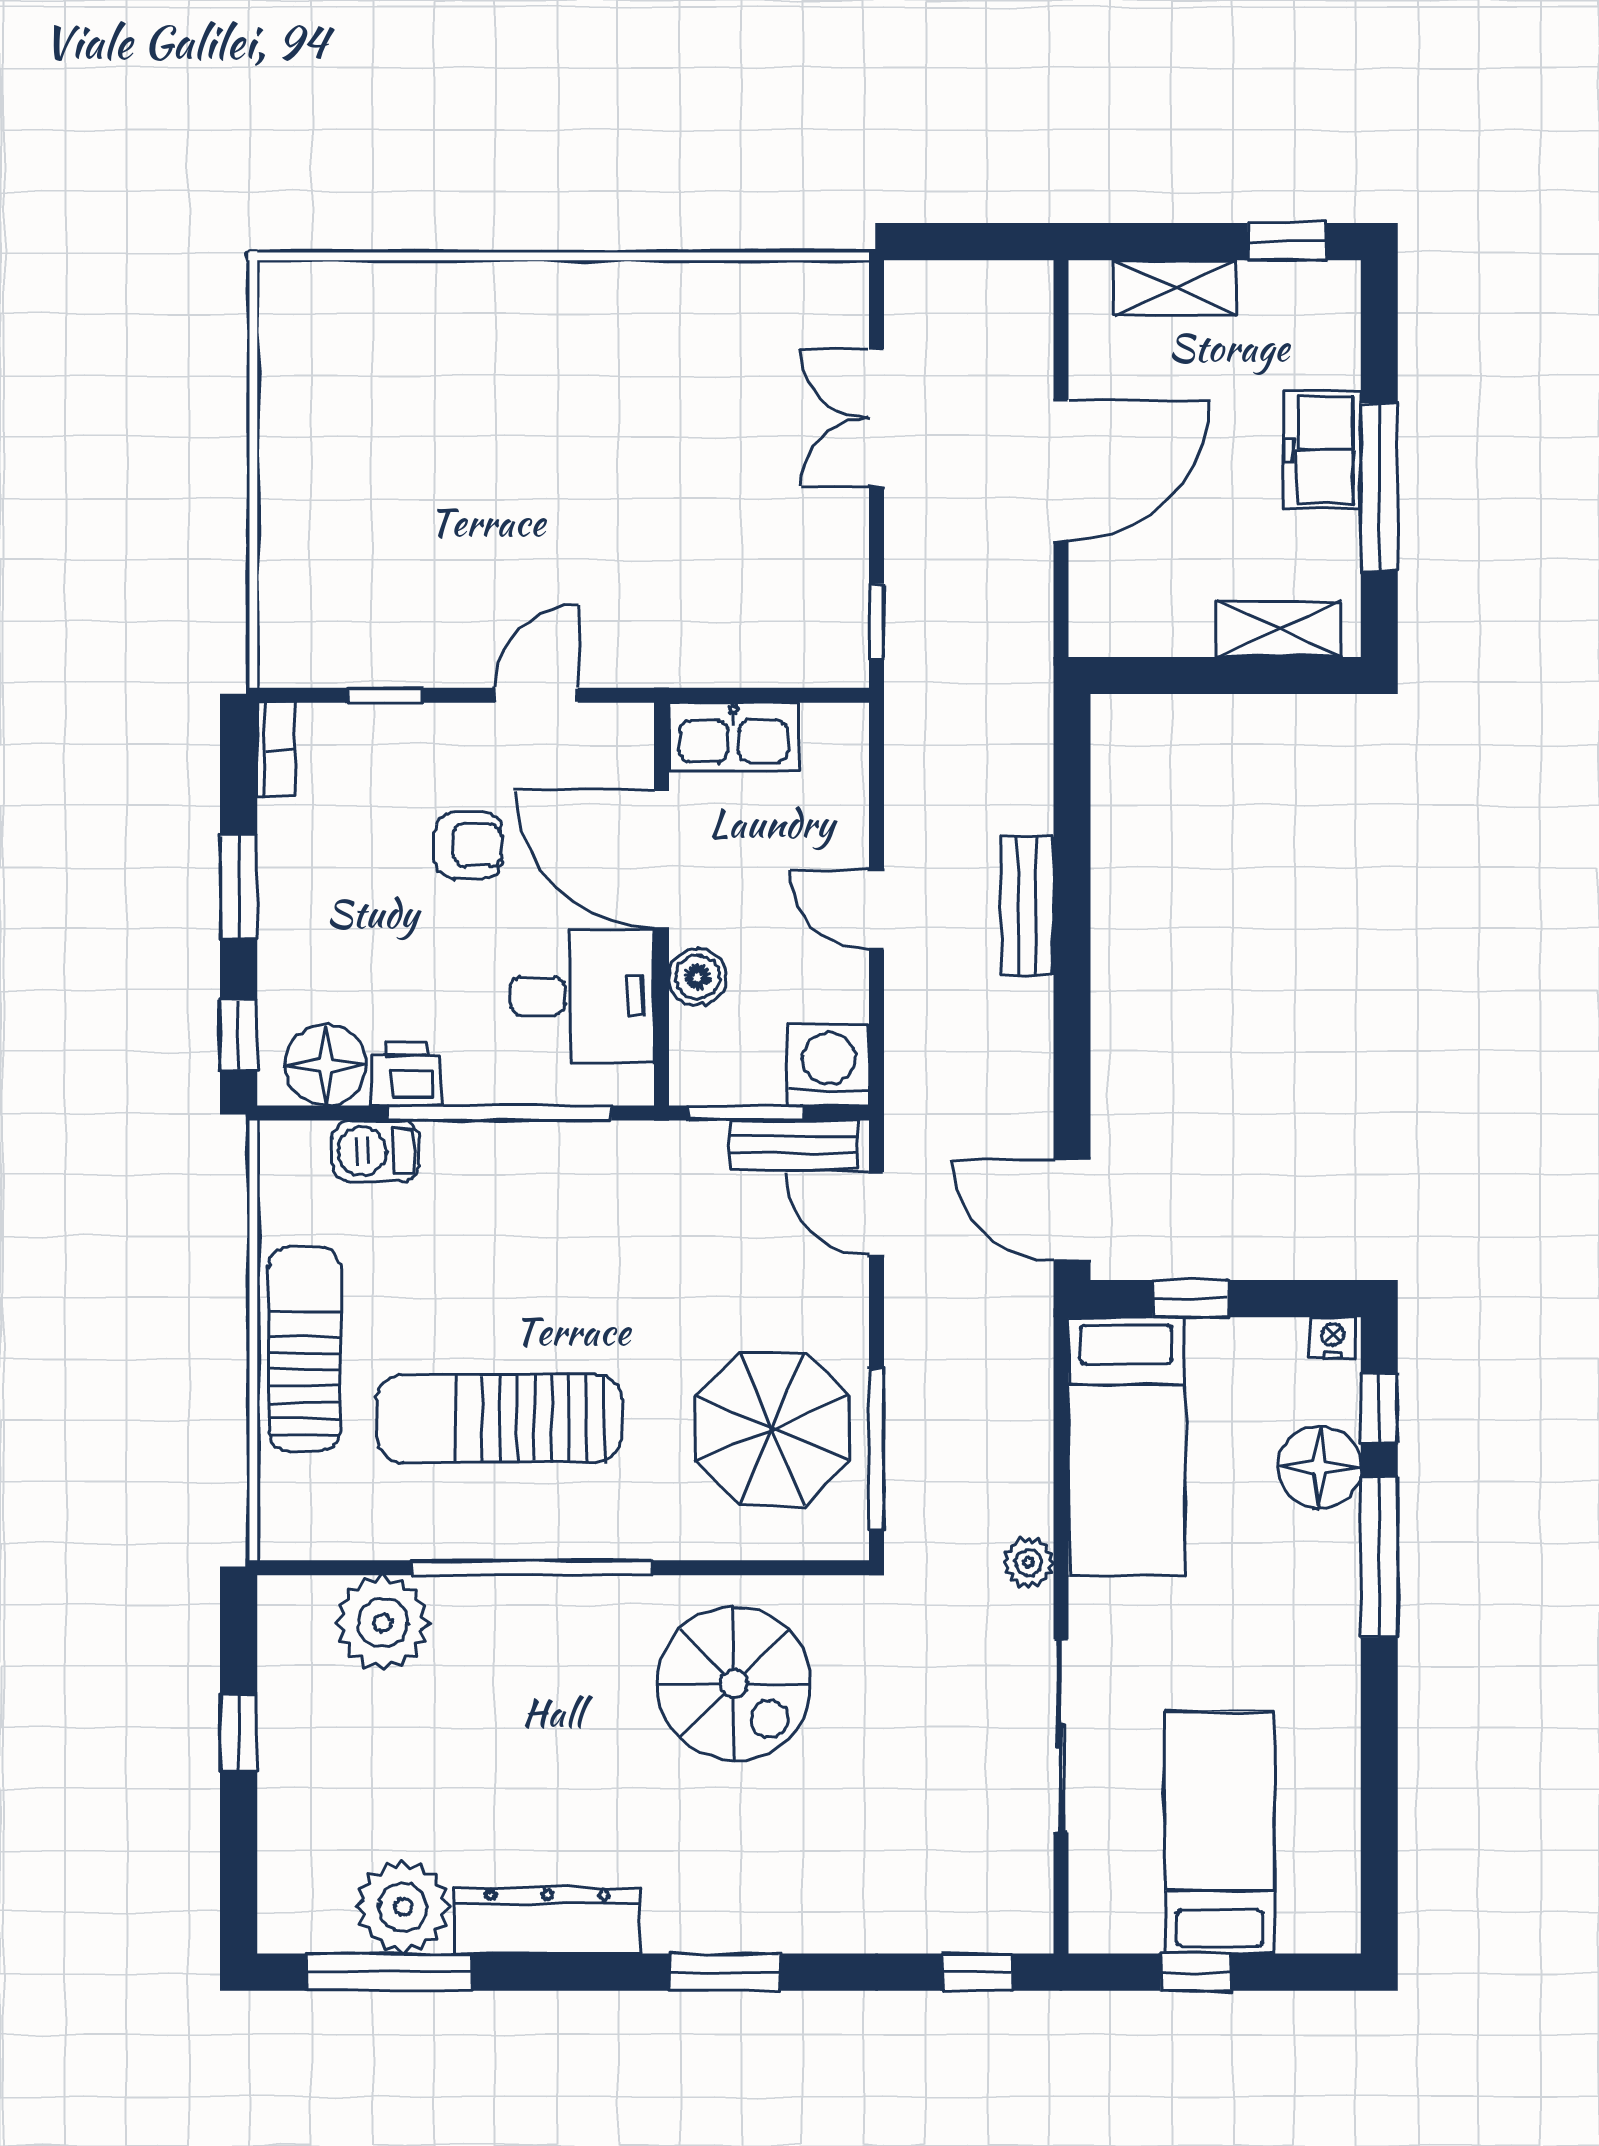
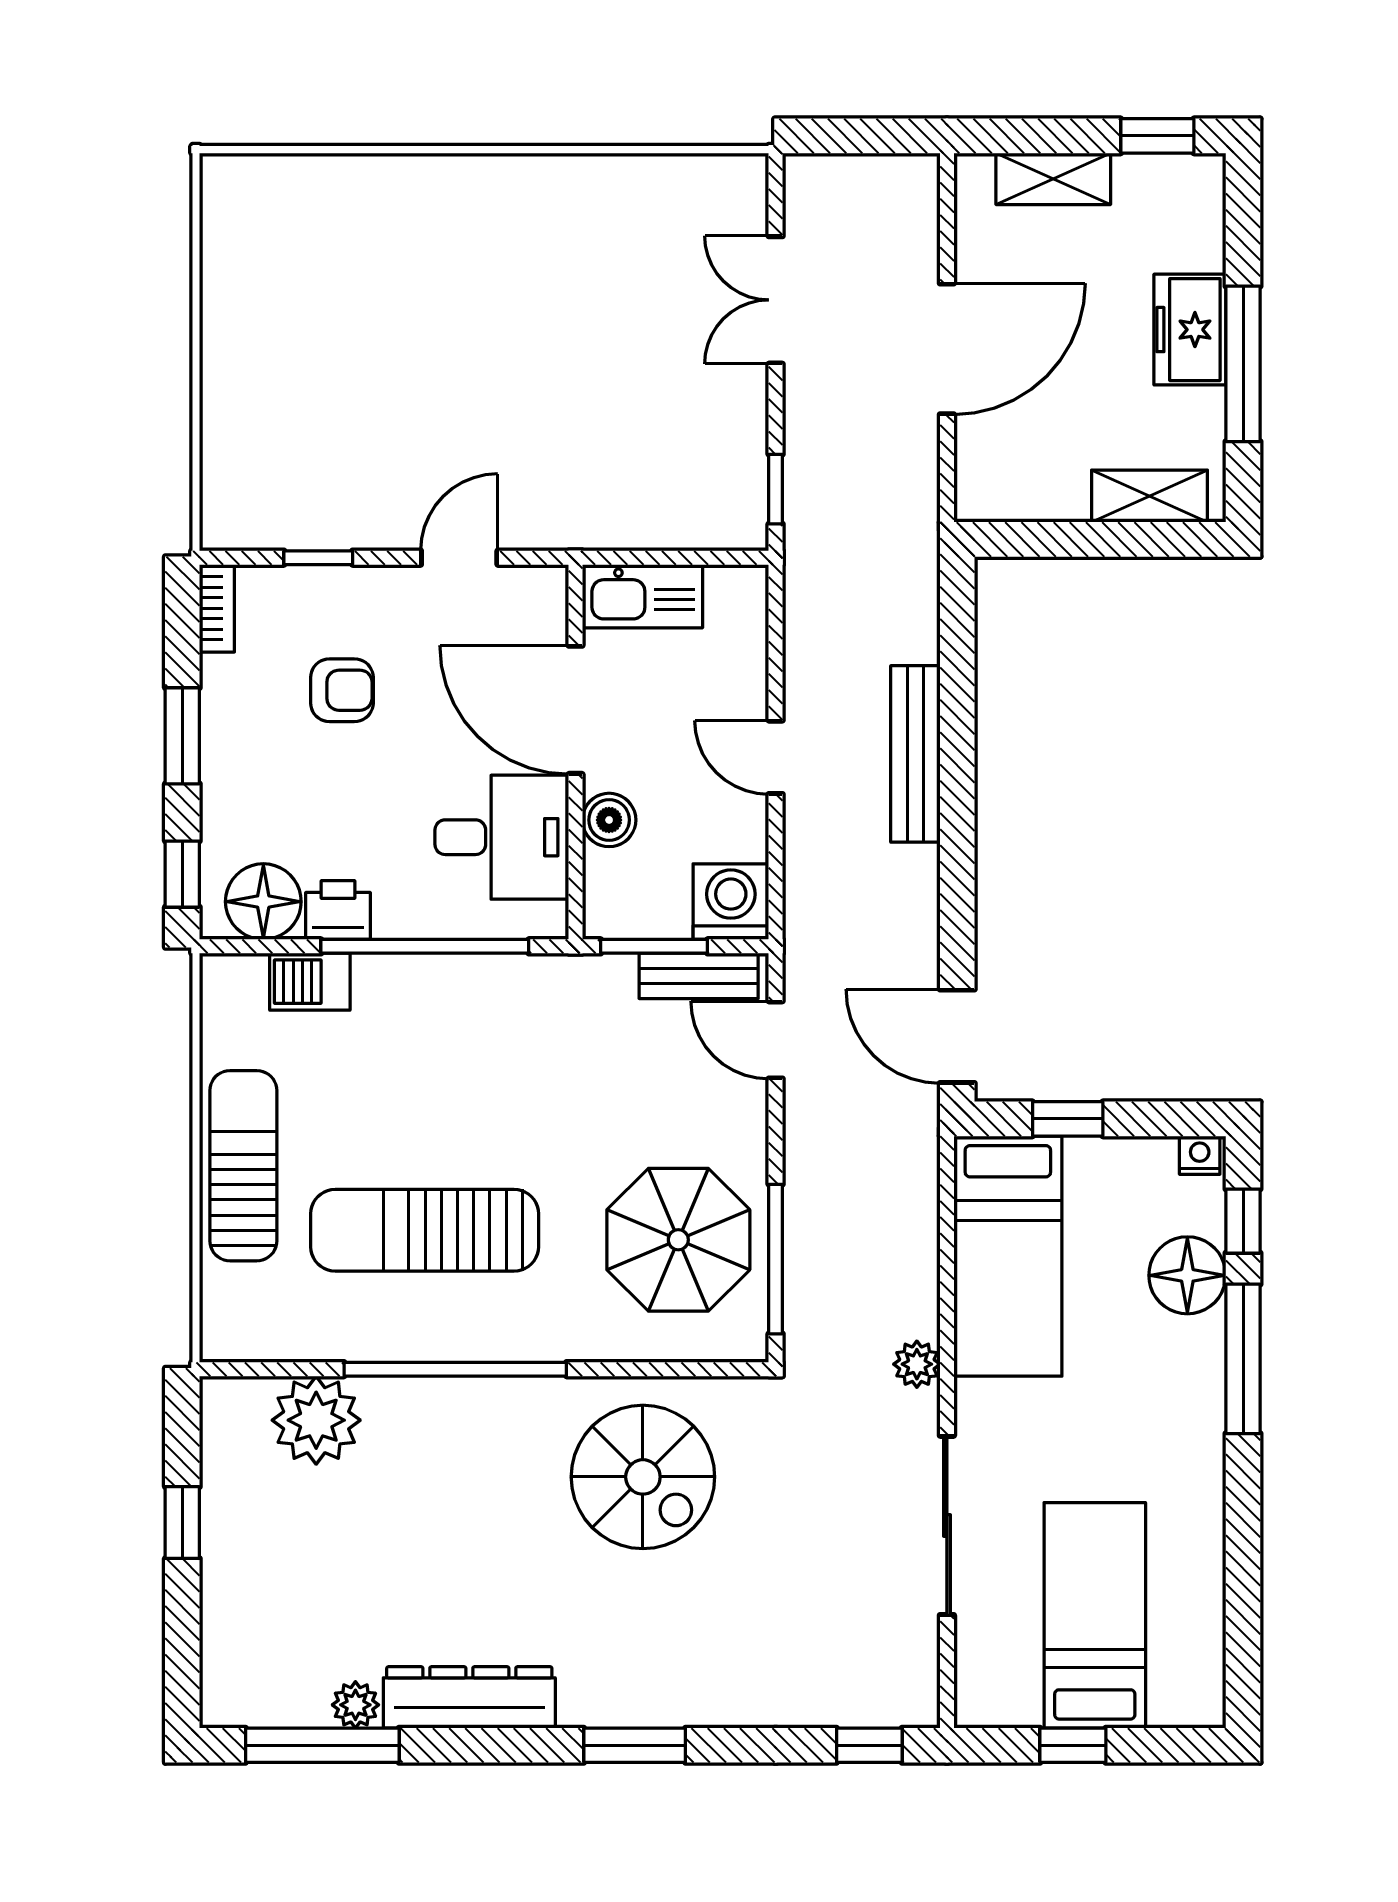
armchair: (469, 845) -> (342, 690), moved
bench: (1027, 906) -> (915, 754), width x1.36
plant: (403, 1907) -> (355, 1705), width x0.53, depth x0.53

